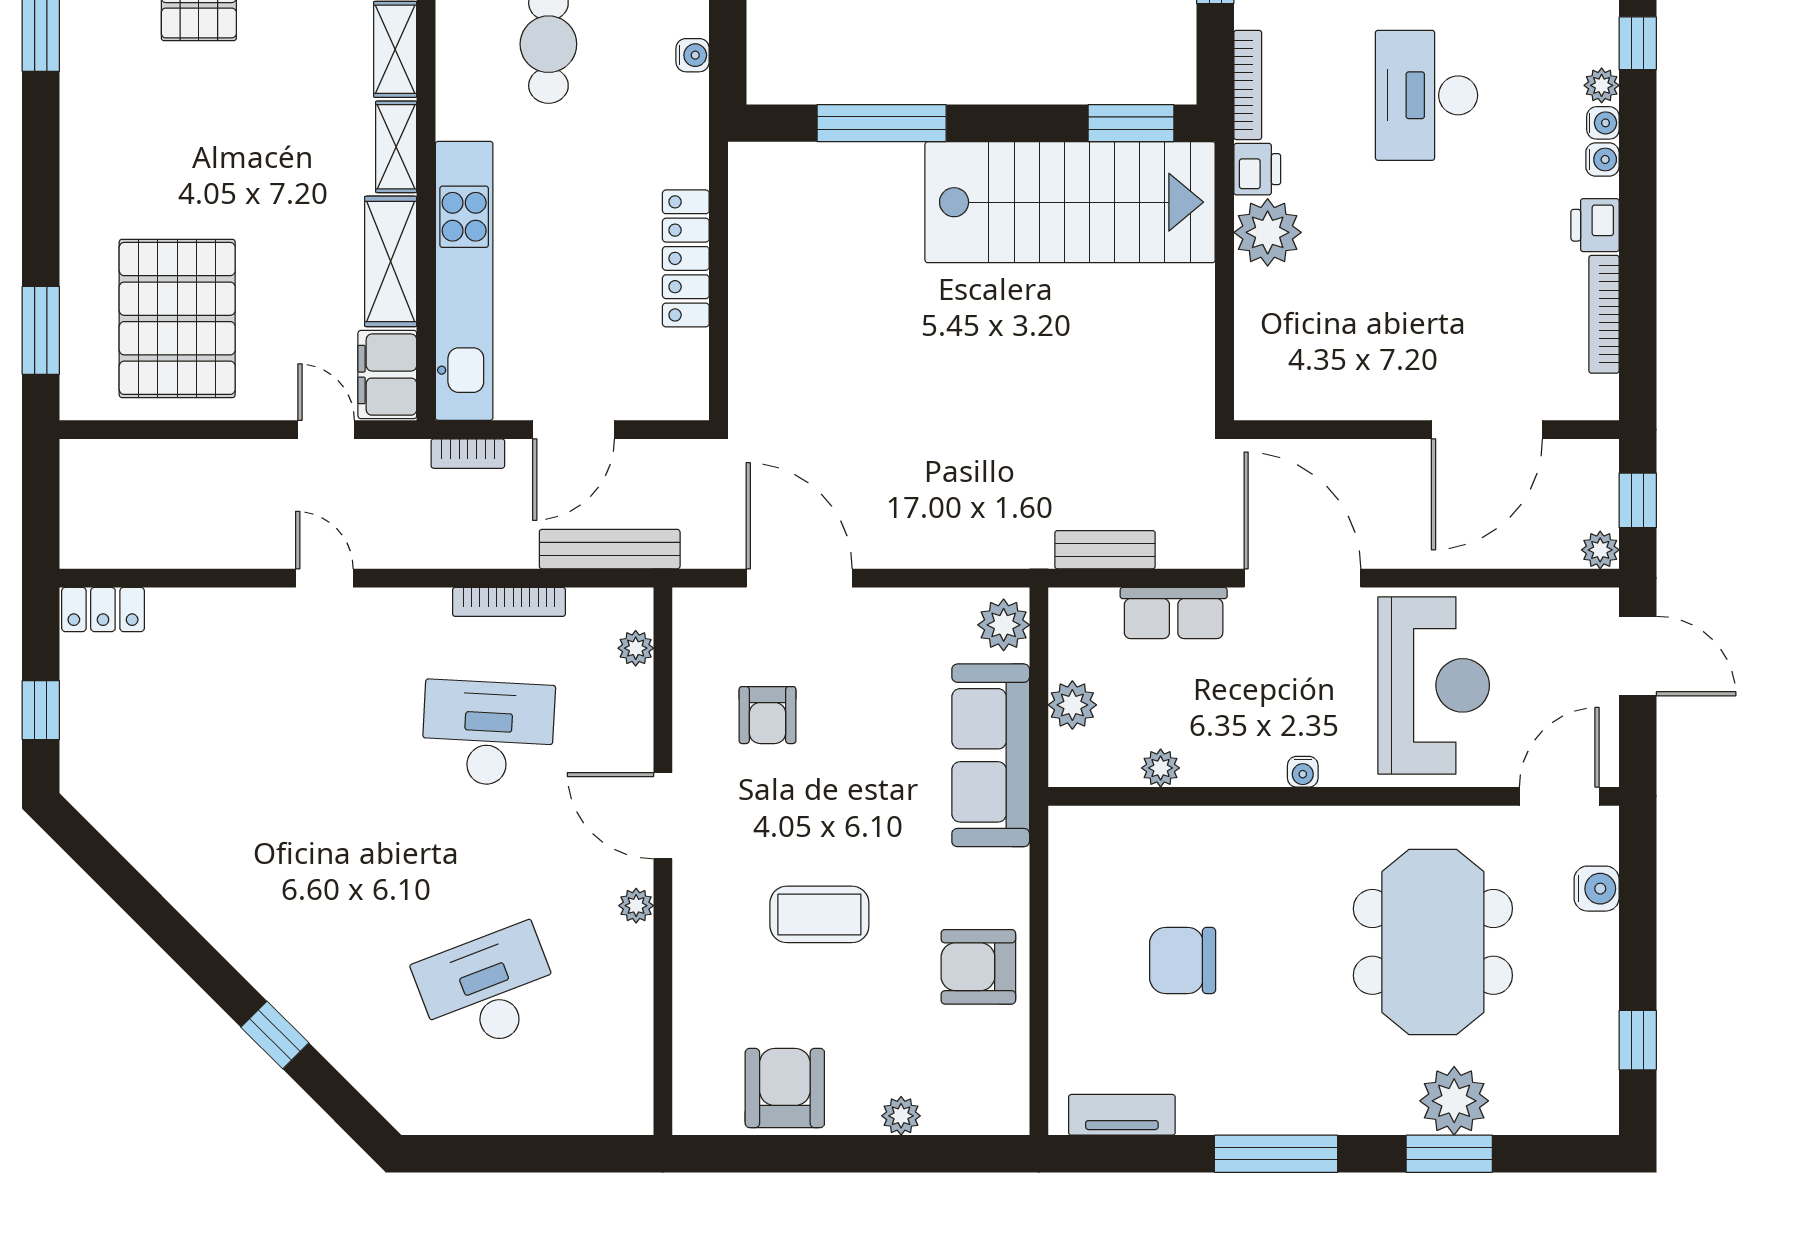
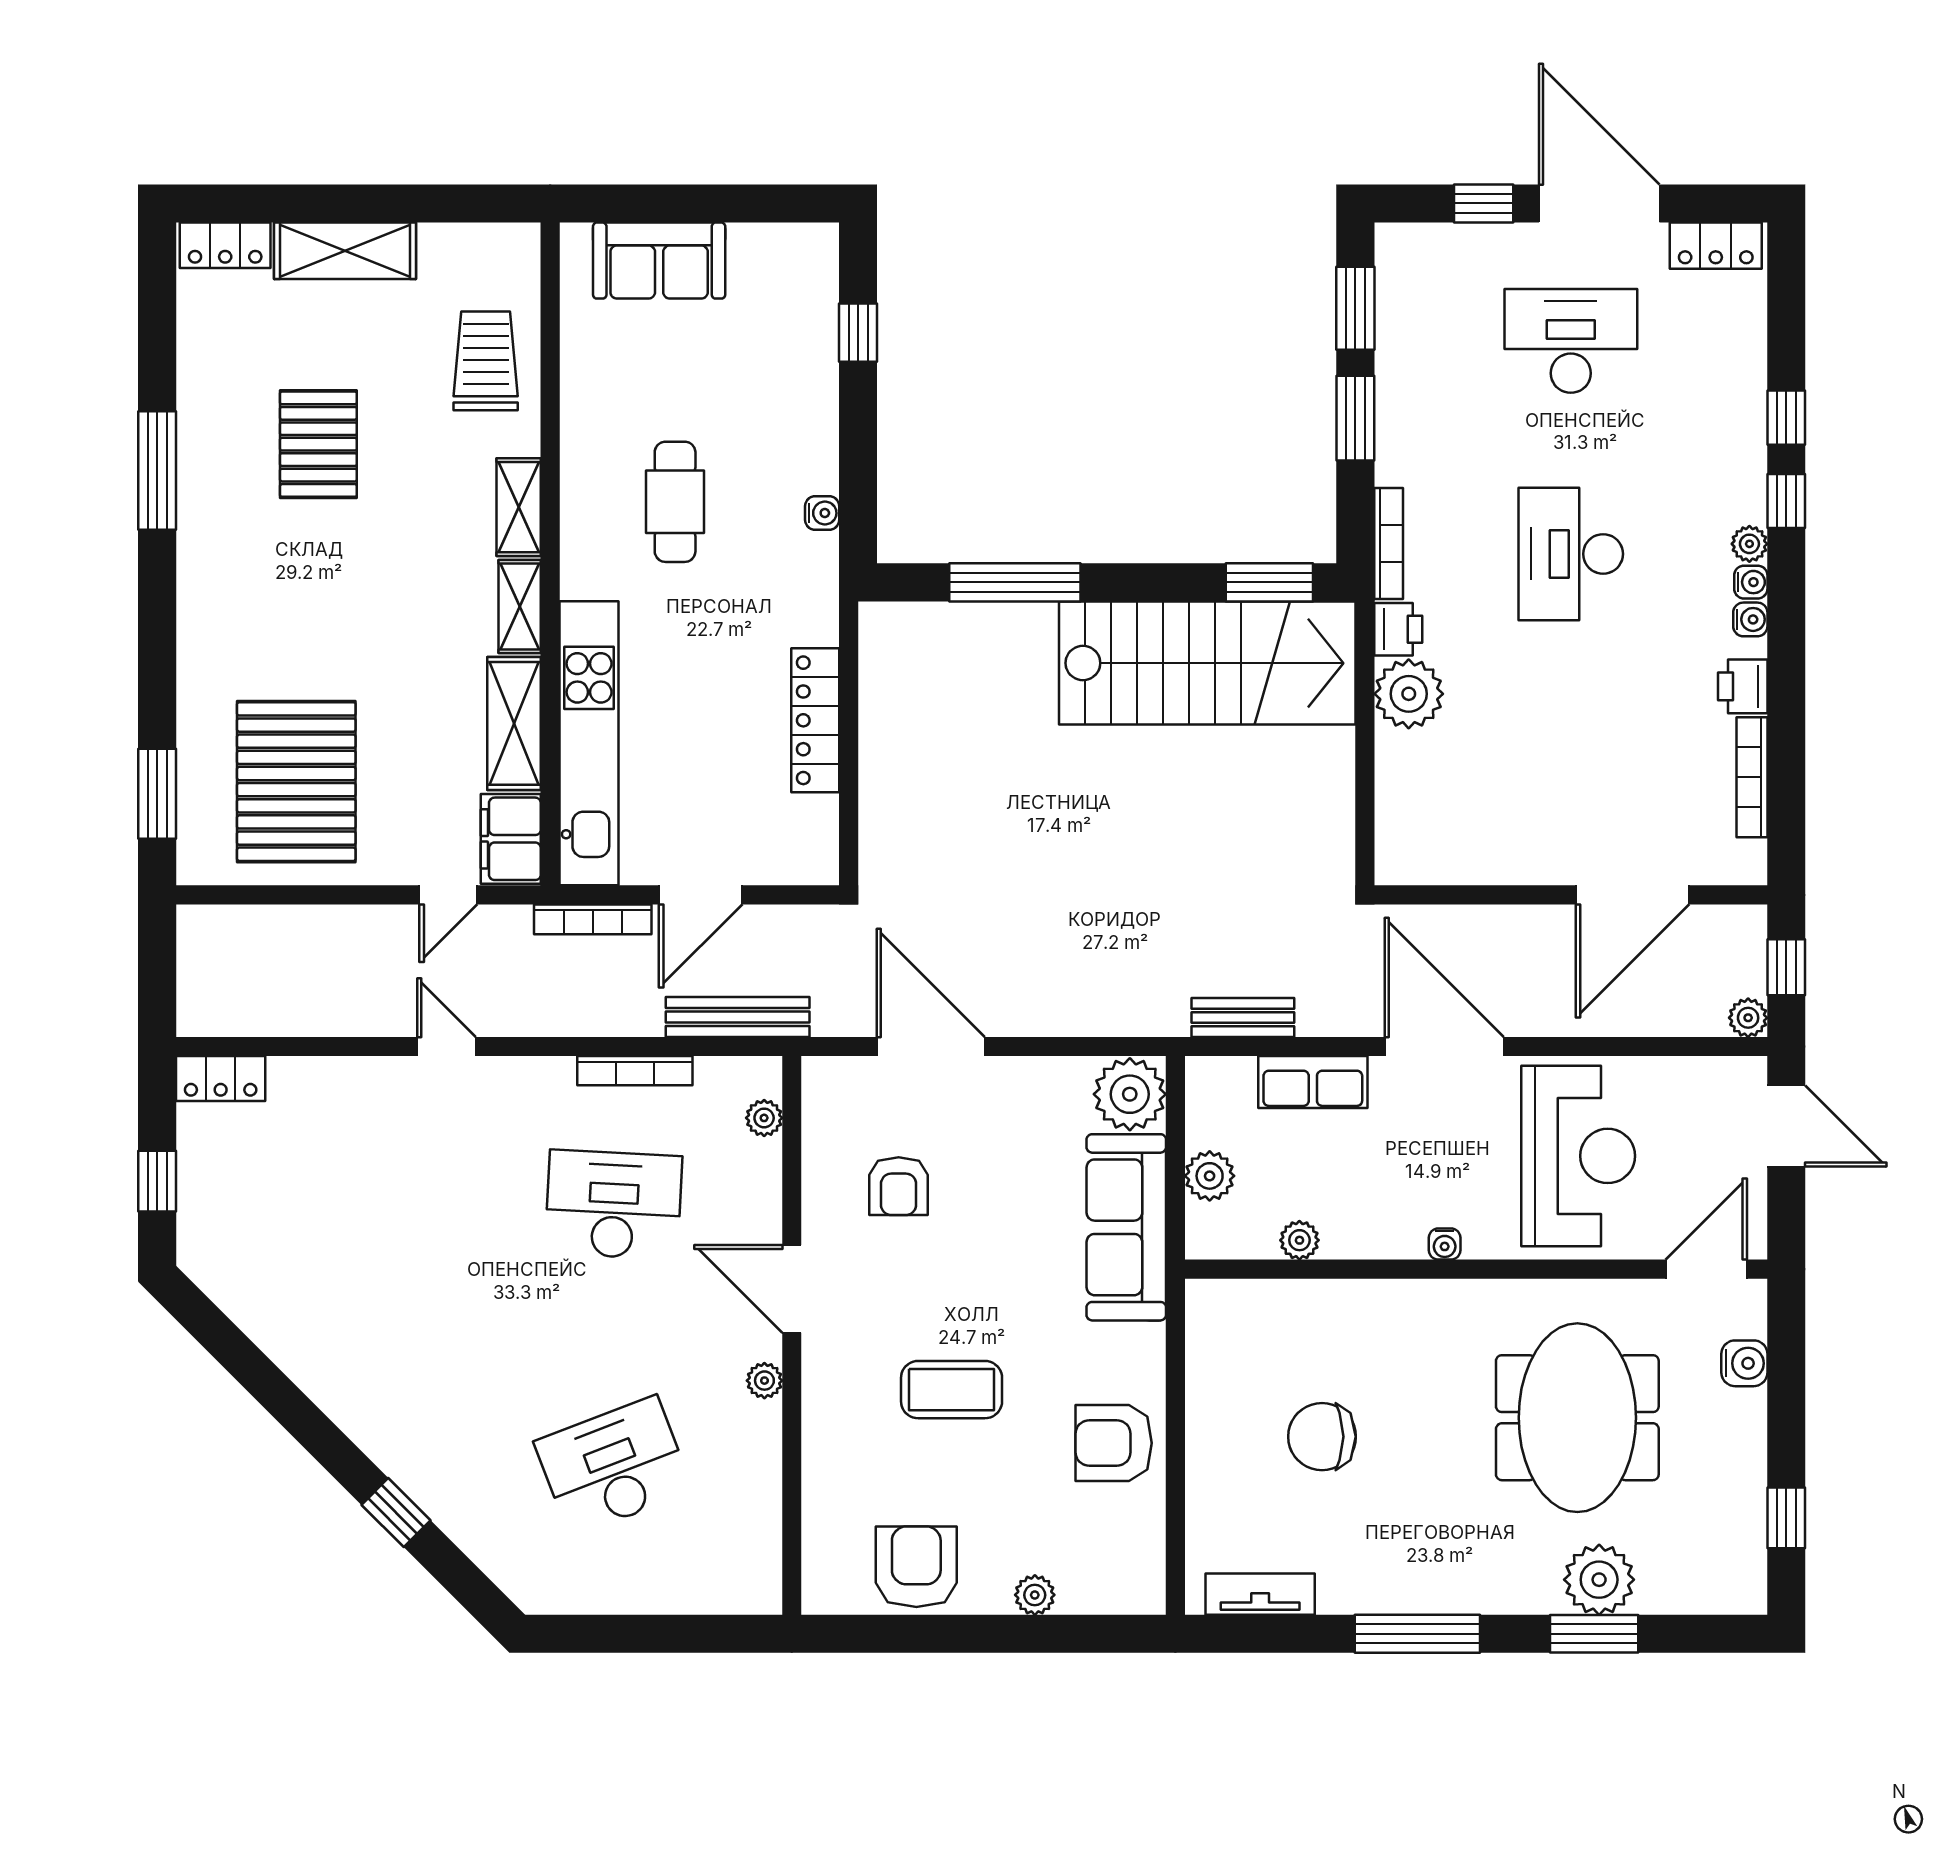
door: (326, 430) -> (448, 895), swing flipped
bookcase: (468, 454) -> (593, 919), width x1.56
plant: (1004, 625) -> (1130, 1094), width x1.36, depth x1.36

